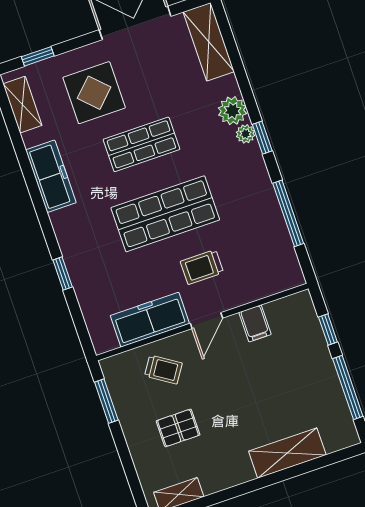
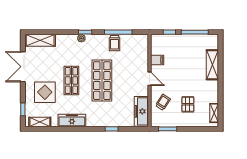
plant: (232, 111) -> (70, 40), removed
trolley: (202, 267) -> (115, 43), moved
freezer: (150, 320) -> (141, 111), moved

